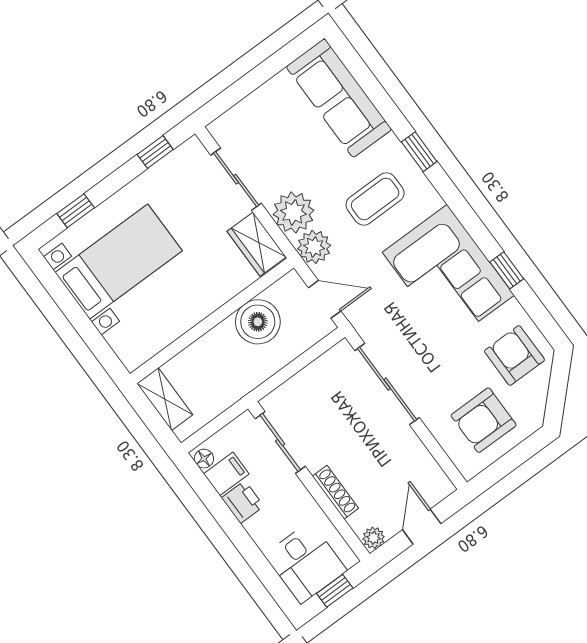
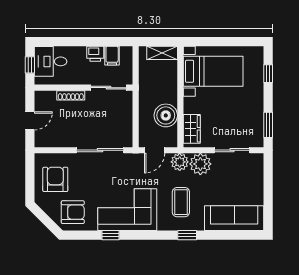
window: (155, 152) -> (268, 125), width x1.50
wardrobe: (257, 244) -> (192, 129), moved, turned 90
bed with nightstands: (119, 262) -> (213, 71), moved, turned -90
floor lamp: (204, 459) -> (125, 51), removed
door: (422, 527) -> (30, 121), hinge flipped
plant: (374, 538) -> (40, 97), removed

